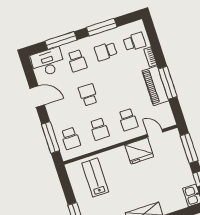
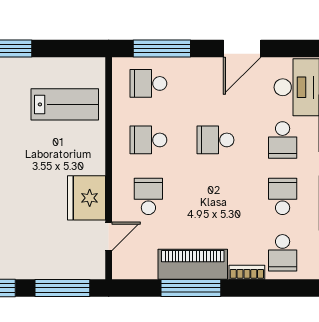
school desk: (77, 61) -> (283, 140), turned -90
school desk: (88, 95) -> (215, 140), turned 180
school desk: (128, 120) -> (148, 196), turned 90

